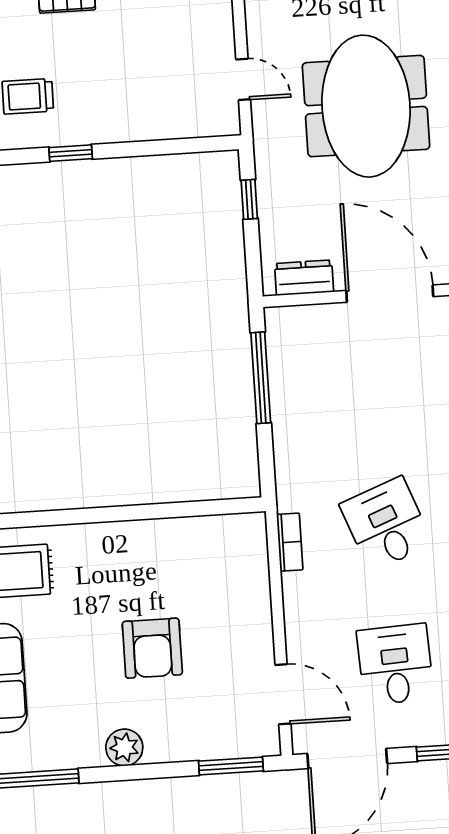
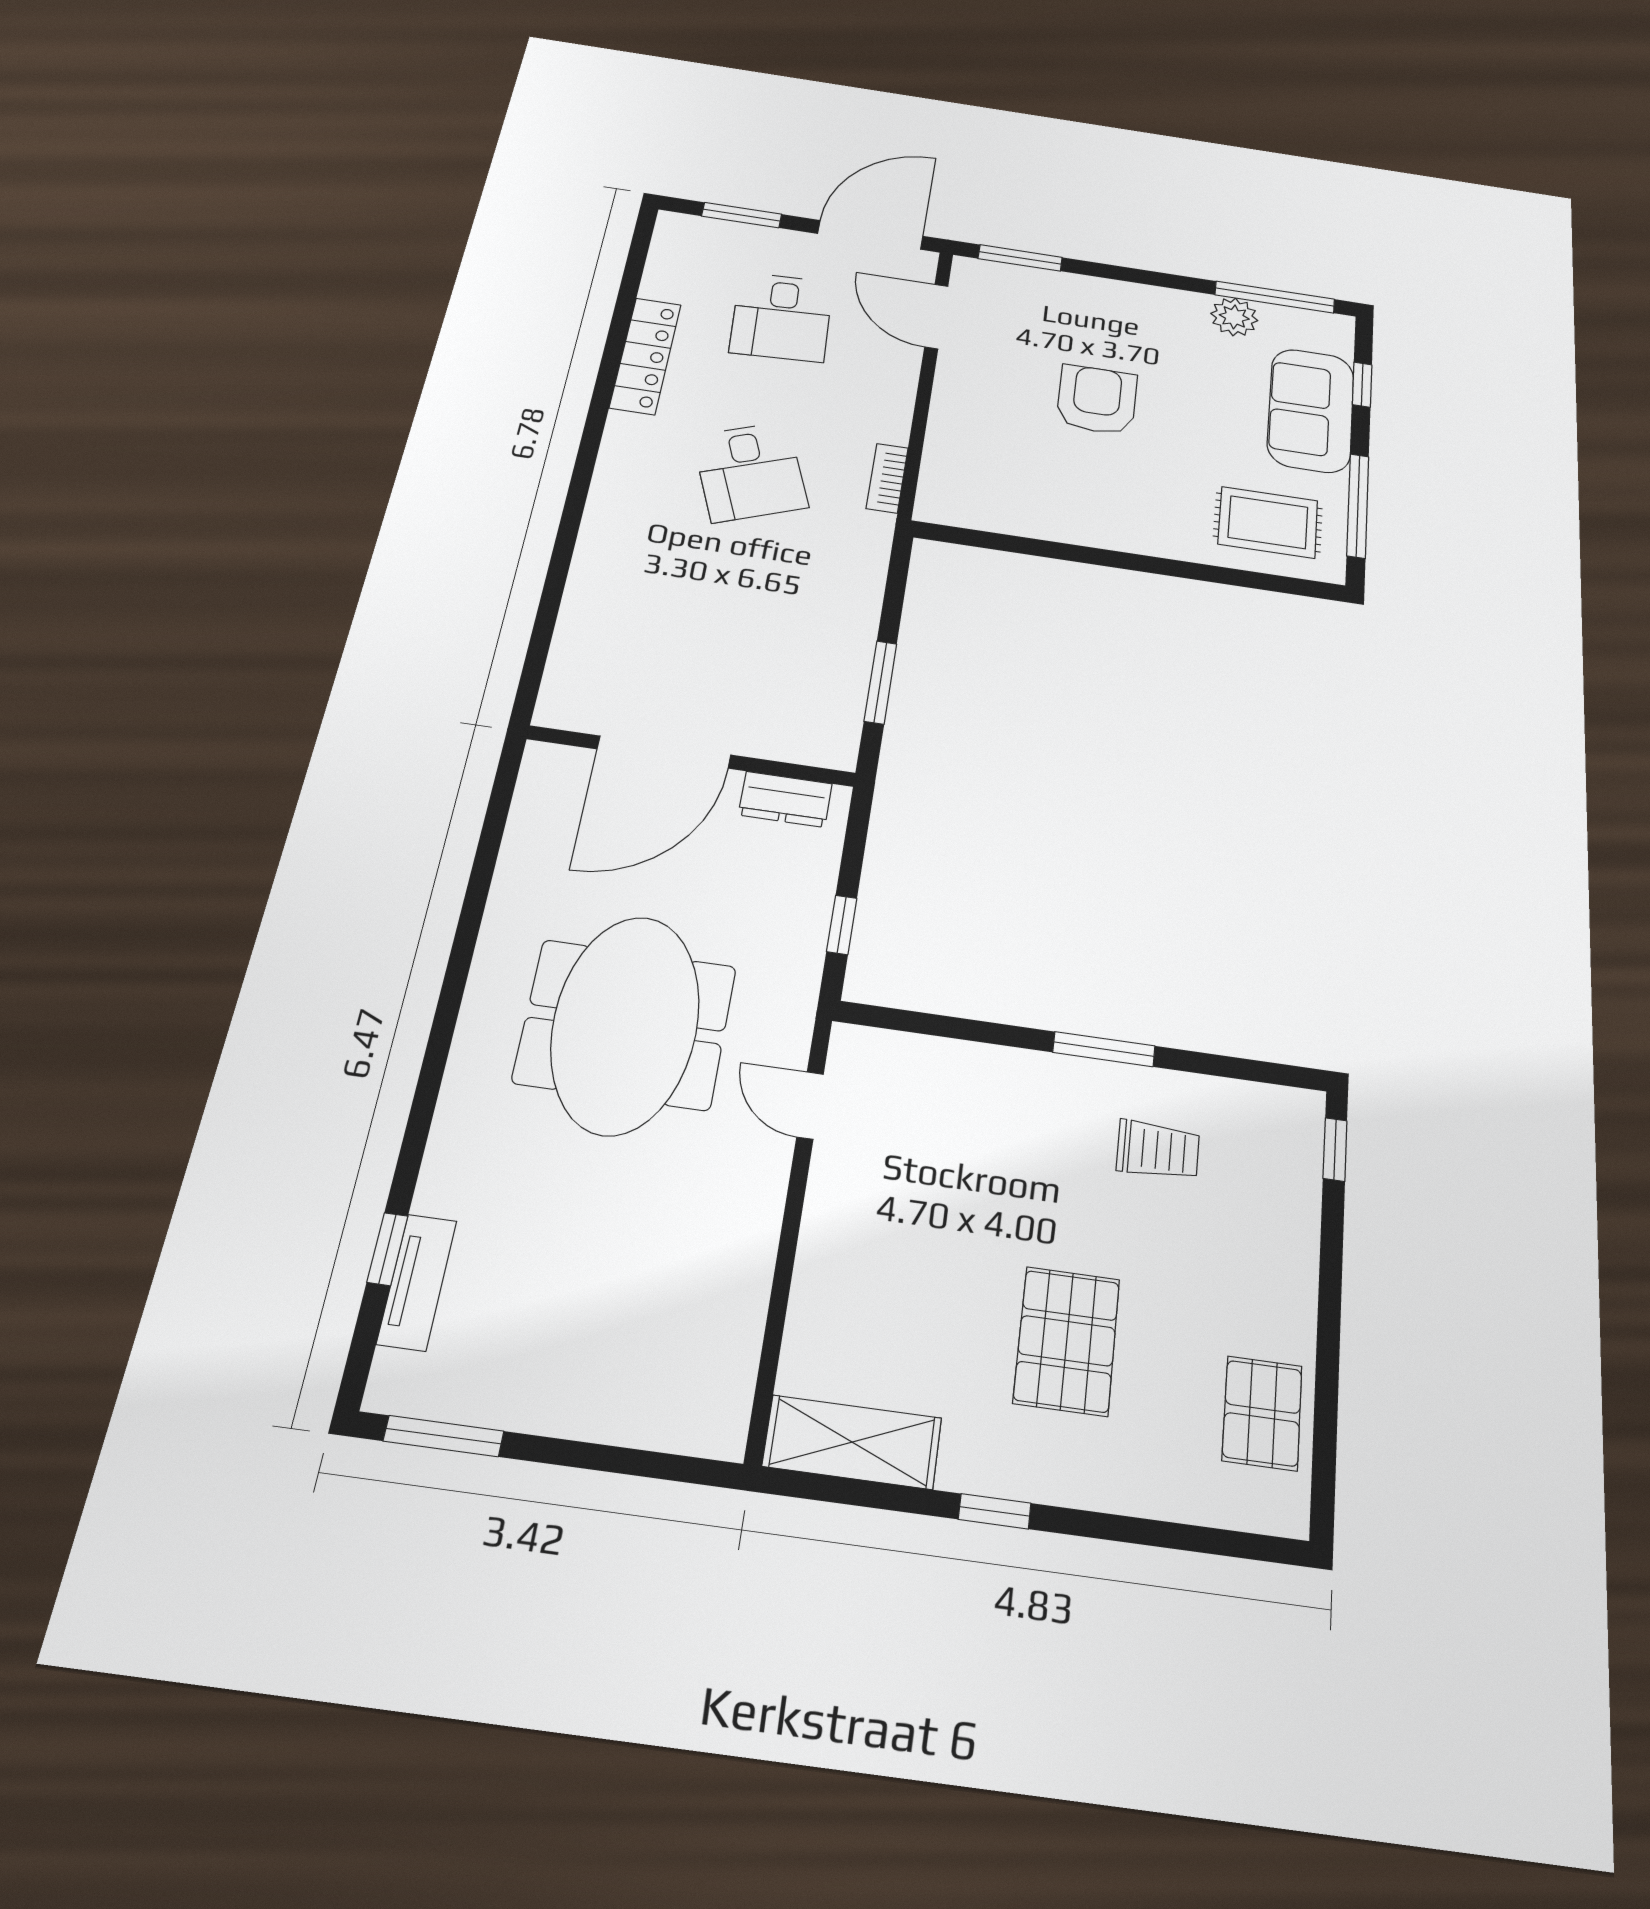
window: (71, 153) -> (1104, 1049), width x1.50
door: (390, 294) -> (664, 752), hinge flipped
window: (261, 378) -> (880, 682), width x0.69
plant: (124, 748) -> (1234, 317), moved

